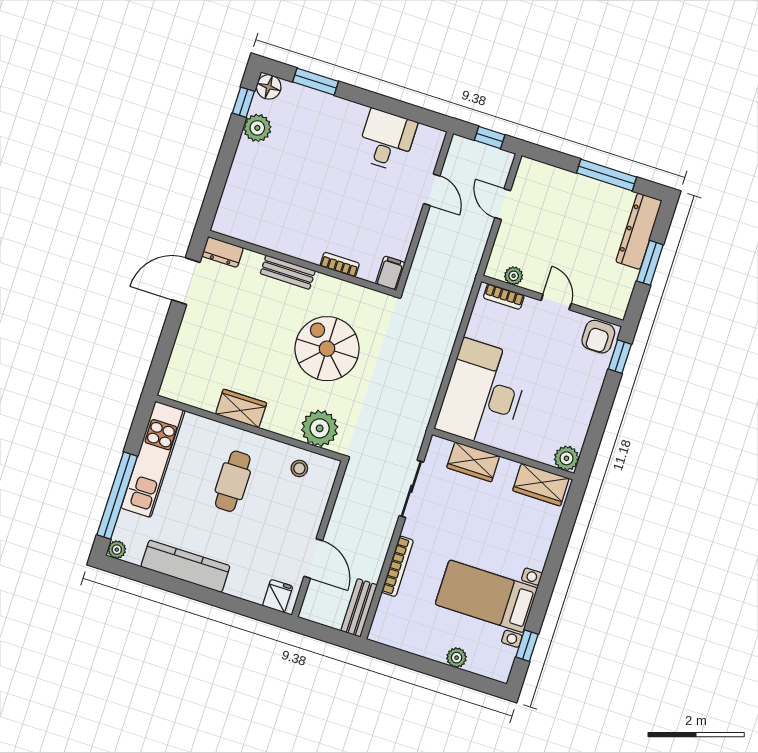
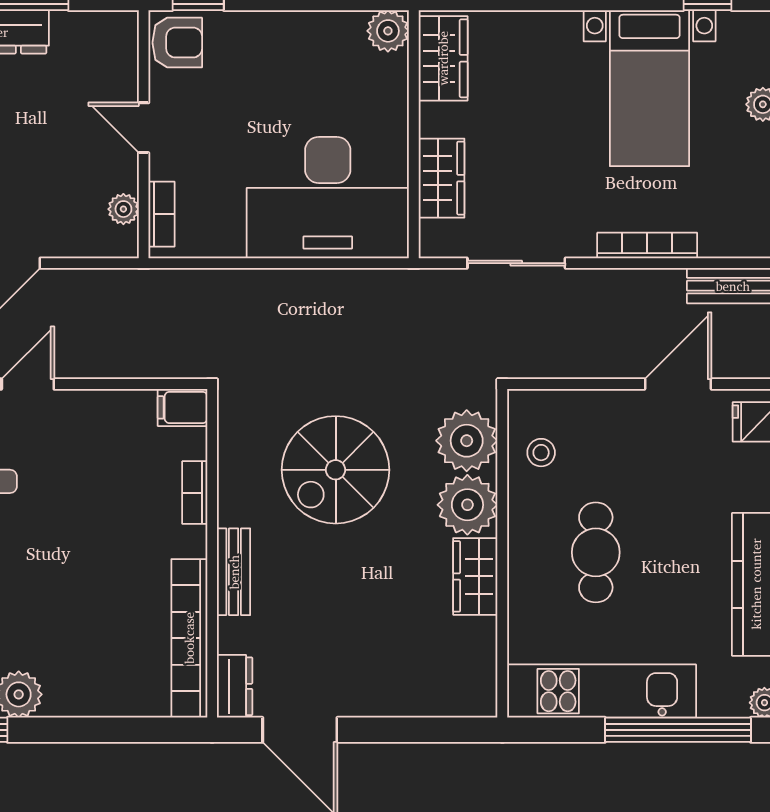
bookcase: (258, 235) -> (189, 638), added
door: (556, 302) -> (144, 128), hinge flipped
plant: (283, 417) -> (467, 505), added
cafe table: (233, 481) -> (596, 552), turned 90

